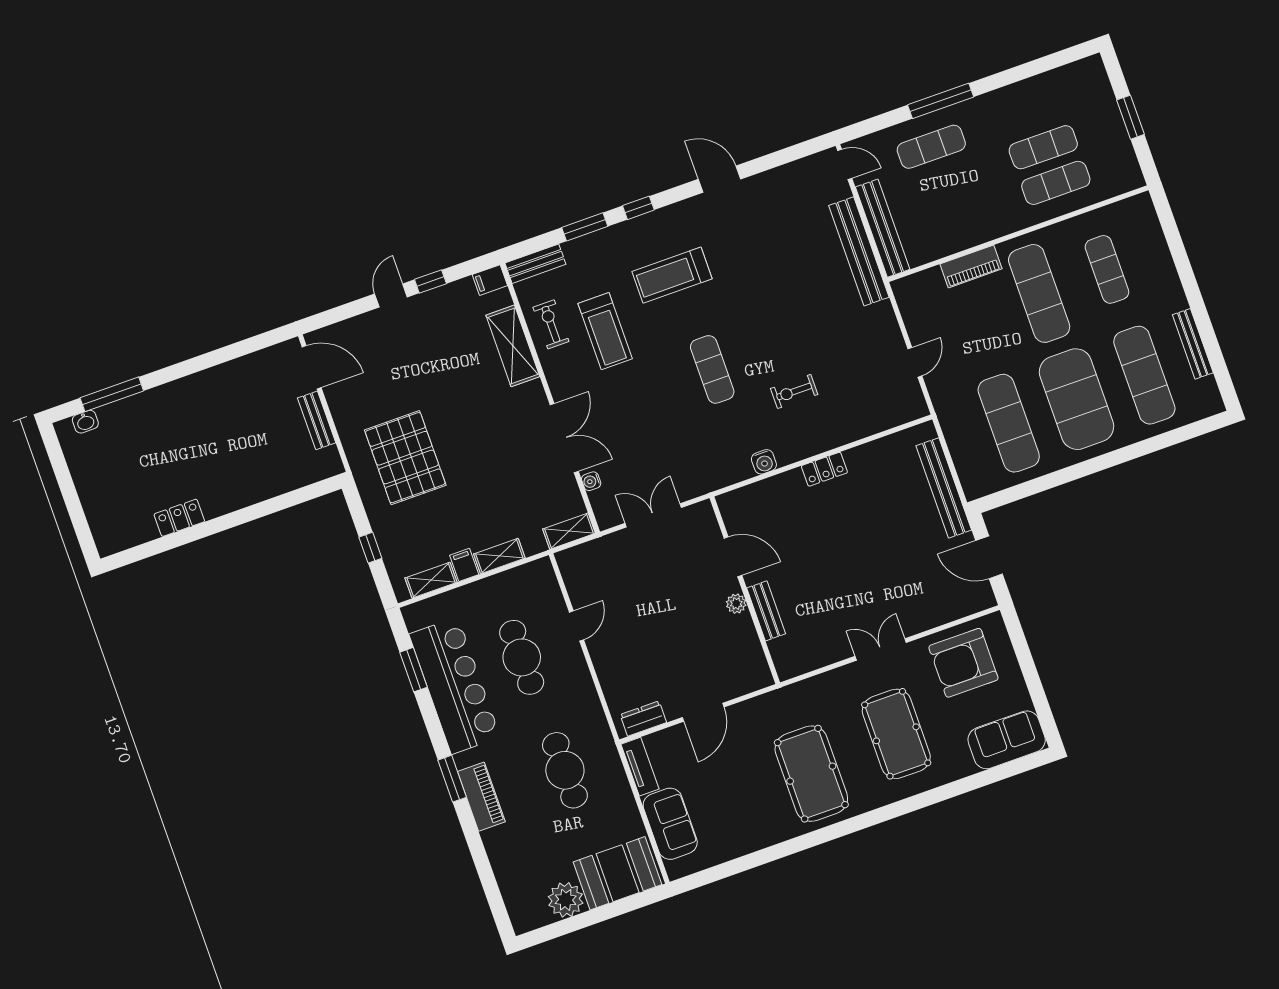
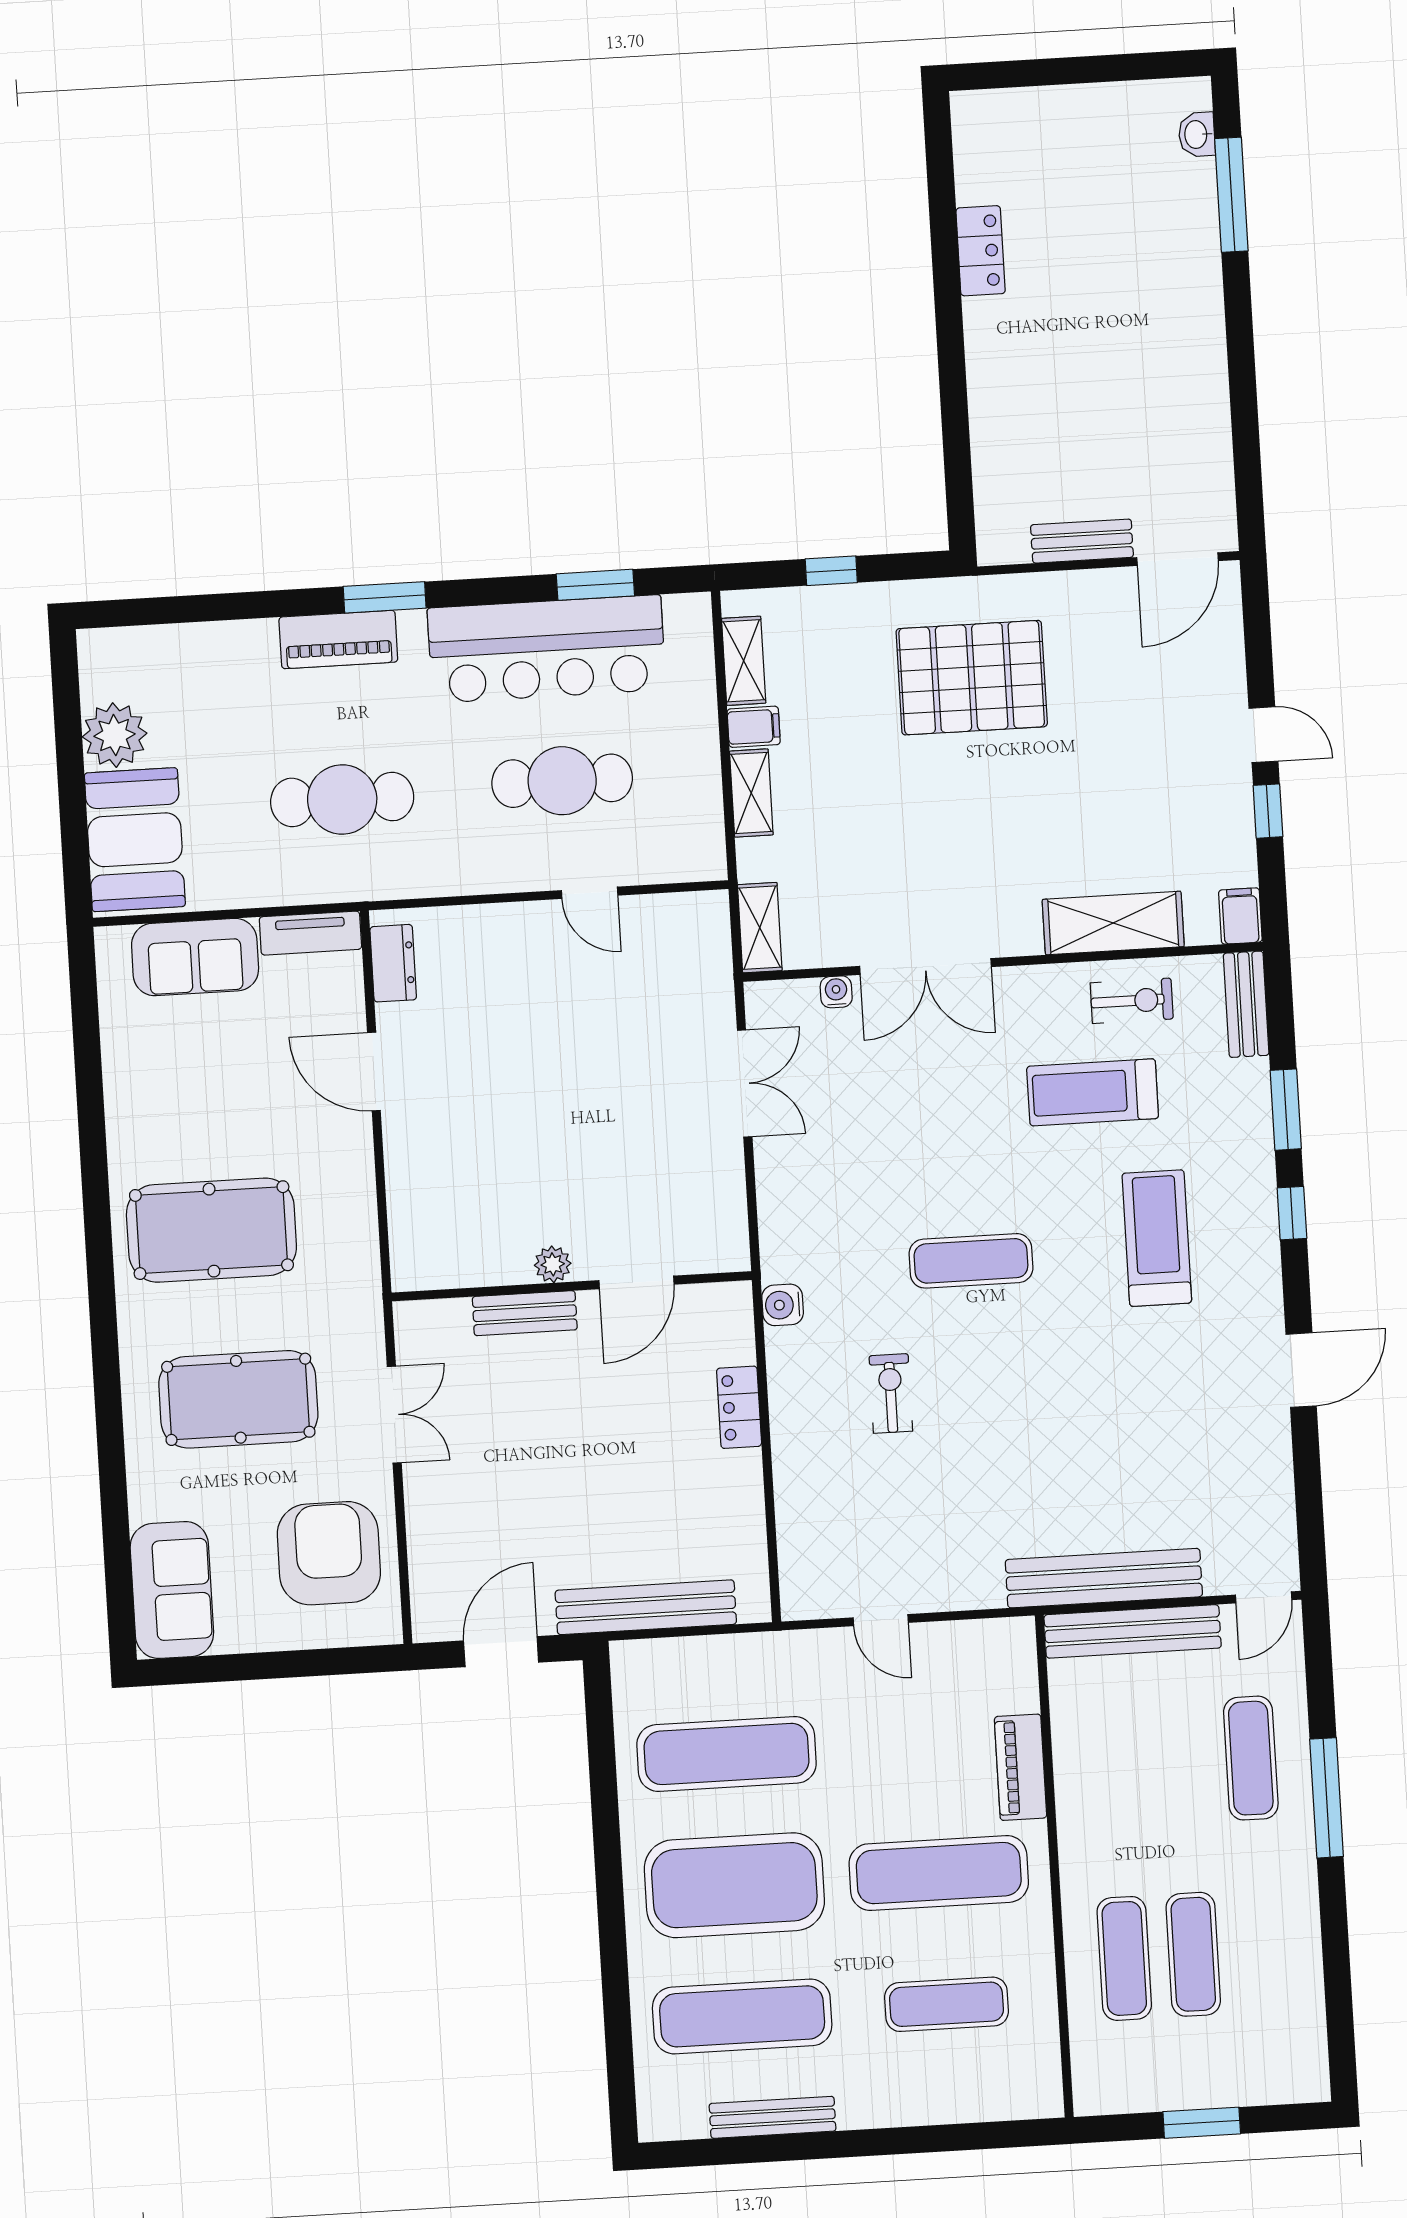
door: (733, 557) -> (637, 1282), moved
wall: (745, 590) -> (572, 1286), moved
plant: (736, 604) -> (553, 1264), moved
bench: (766, 611) -> (525, 1313), moved

